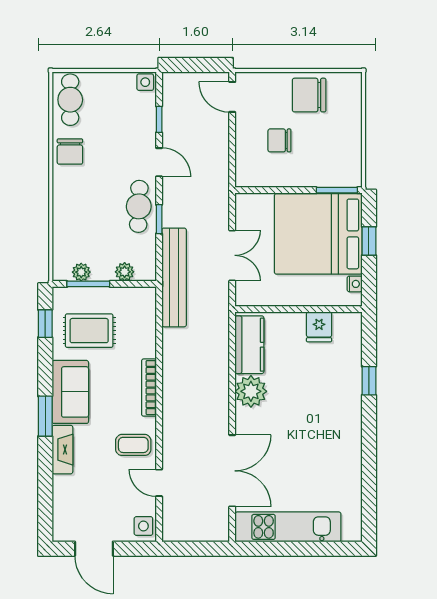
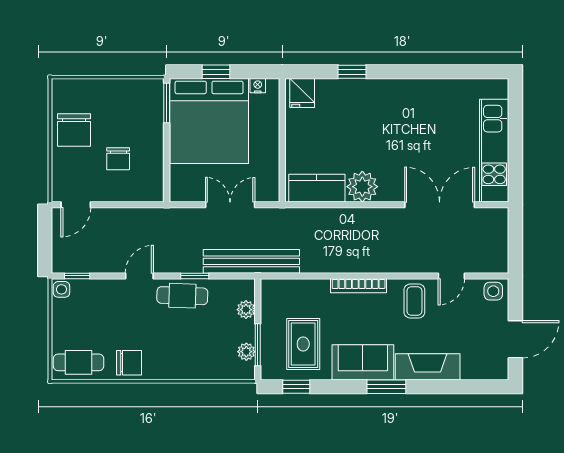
window: (159, 119) -> (77, 276), moved
fridge: (319, 327) -> (302, 93), moved, turned 90
fireplace: (62, 450) -> (428, 367), width x1.37, depth x1.32

